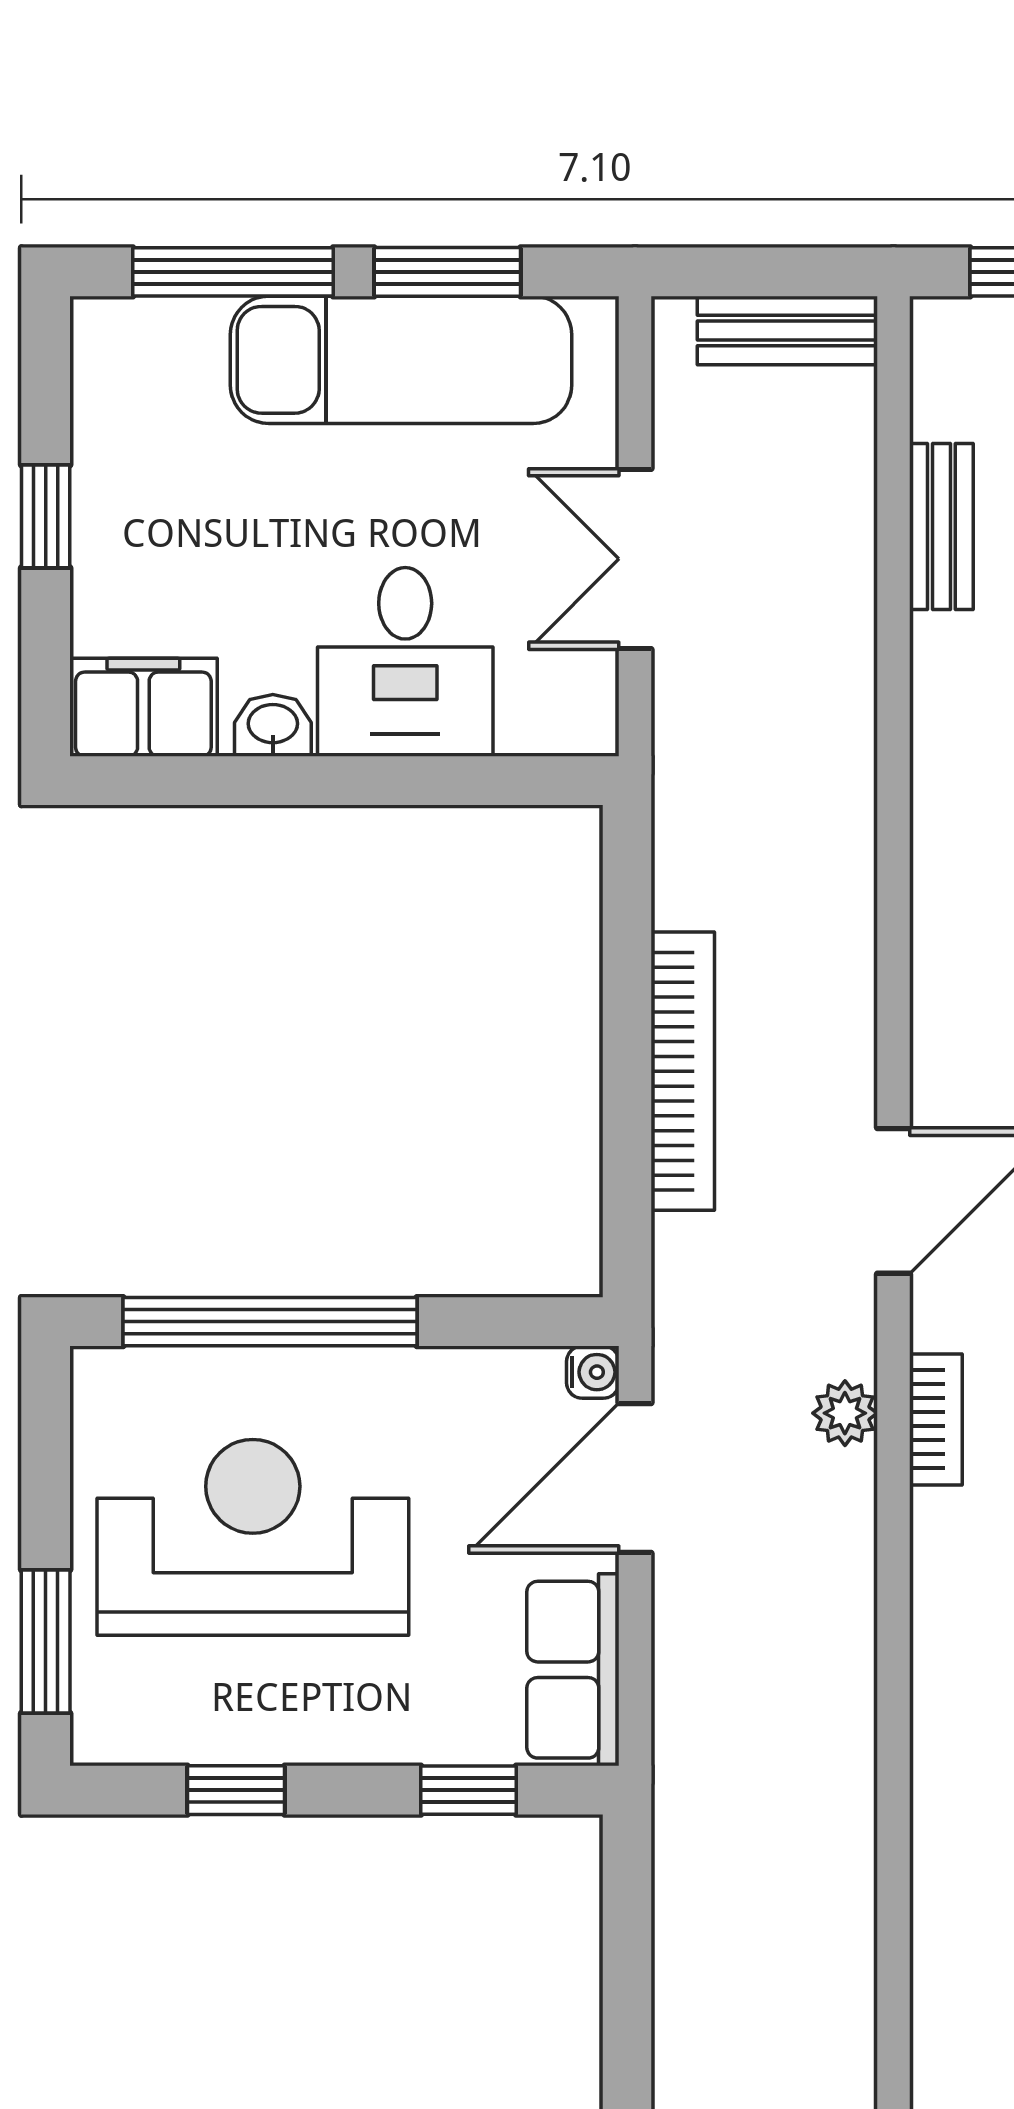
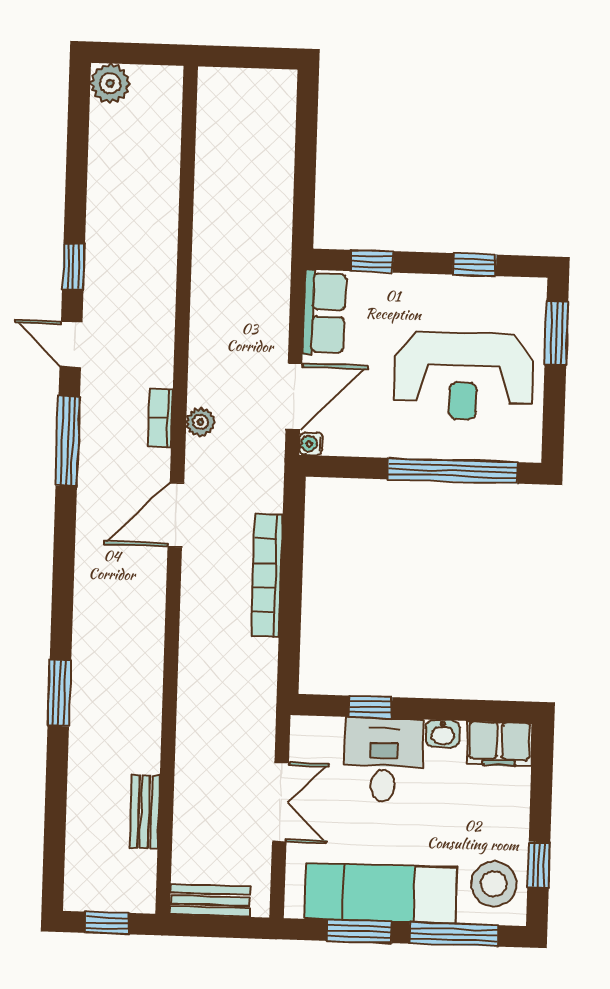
stool: (146, 389) -> (494, 884), added
window: (46, 516) -> (539, 865), moved
window: (439, 781) -> (370, 707), added

